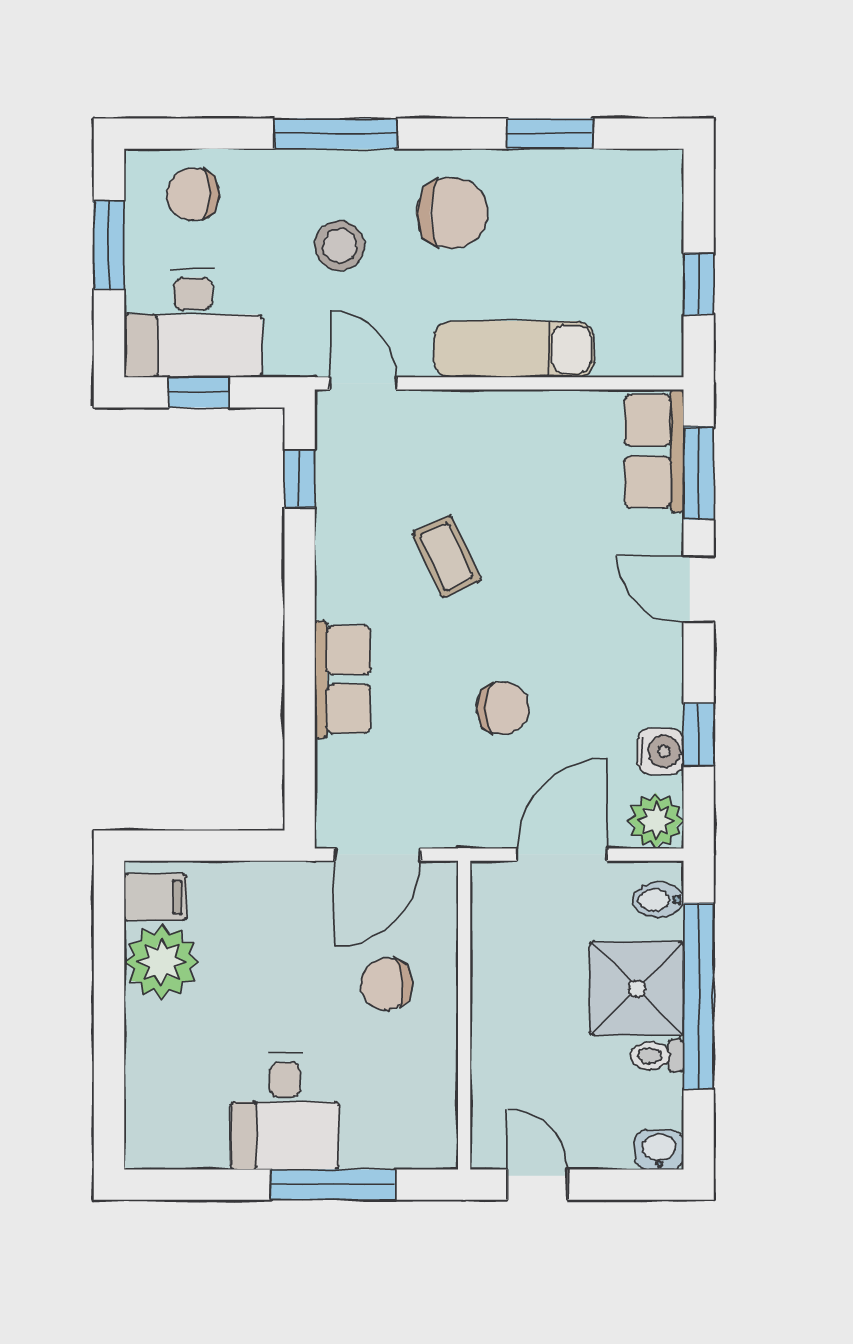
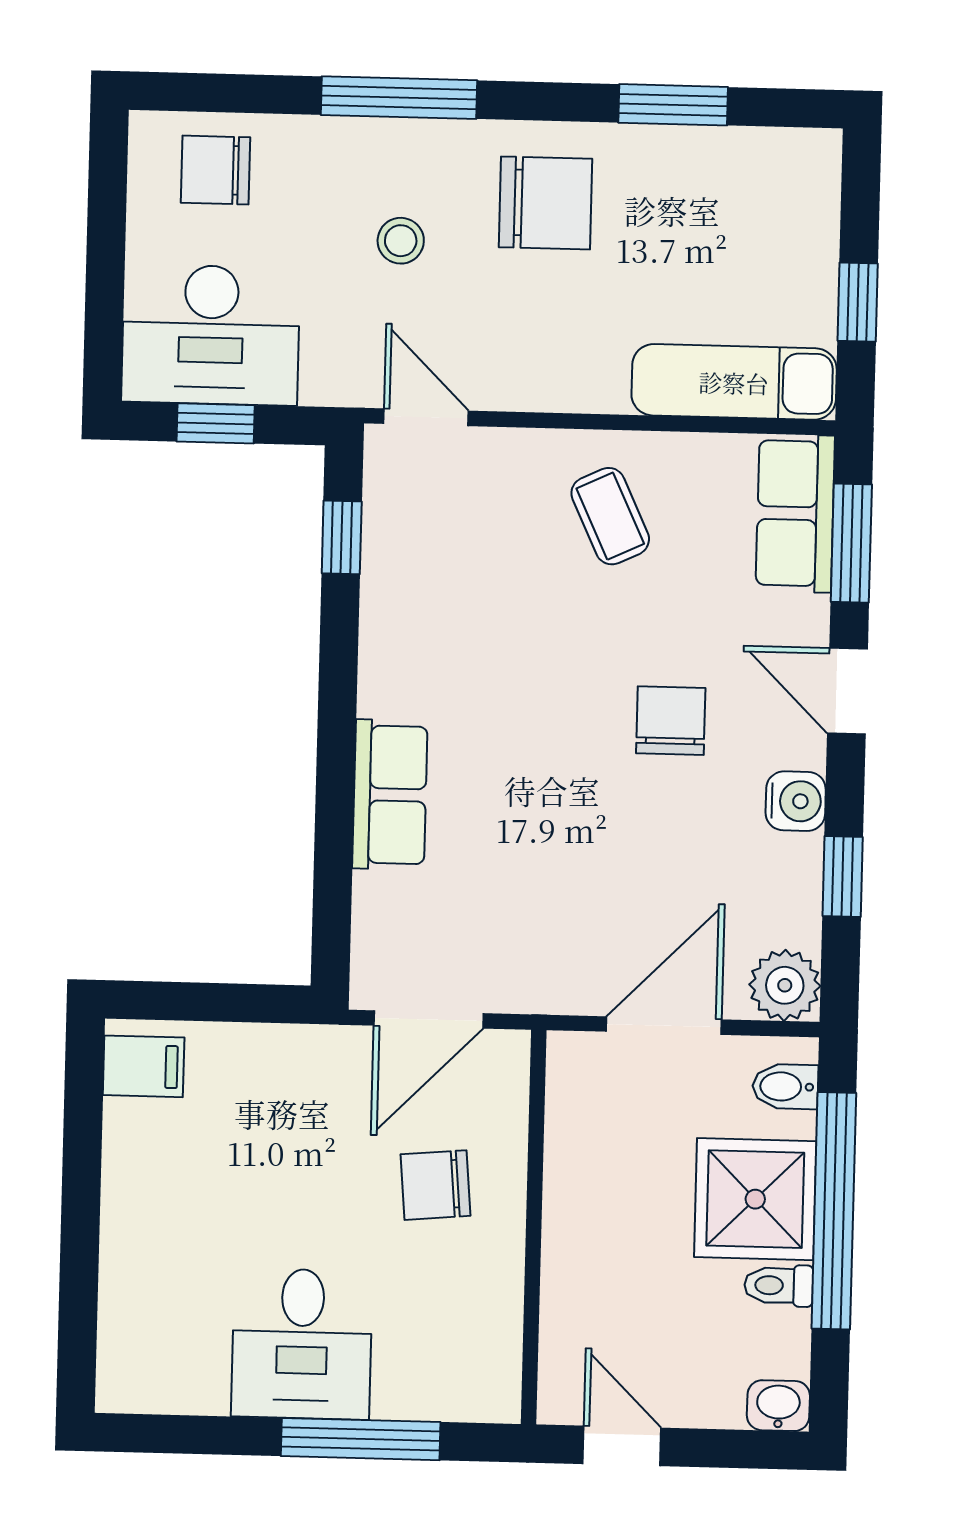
window: (109, 245) -> (106, 232), removed
stool: (340, 246) -> (401, 241), width x0.73, depth x0.73
exam couch: (514, 349) -> (734, 382), moved
coffee table: (446, 557) -> (610, 516), moved
chair: (503, 708) -> (671, 721), moved, turned -90
water cooler: (660, 751) -> (796, 801), moved
plant: (161, 962) -> (149, 1149), removed

